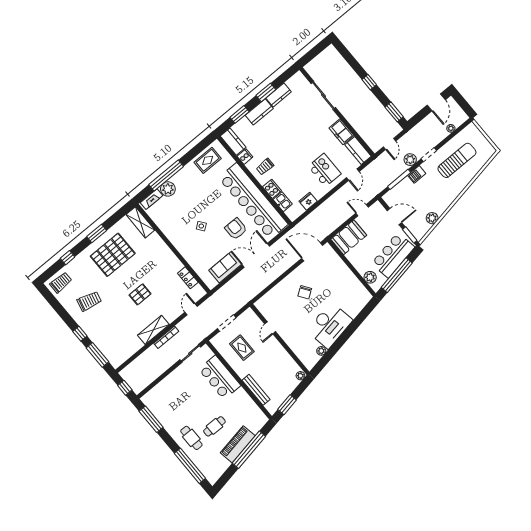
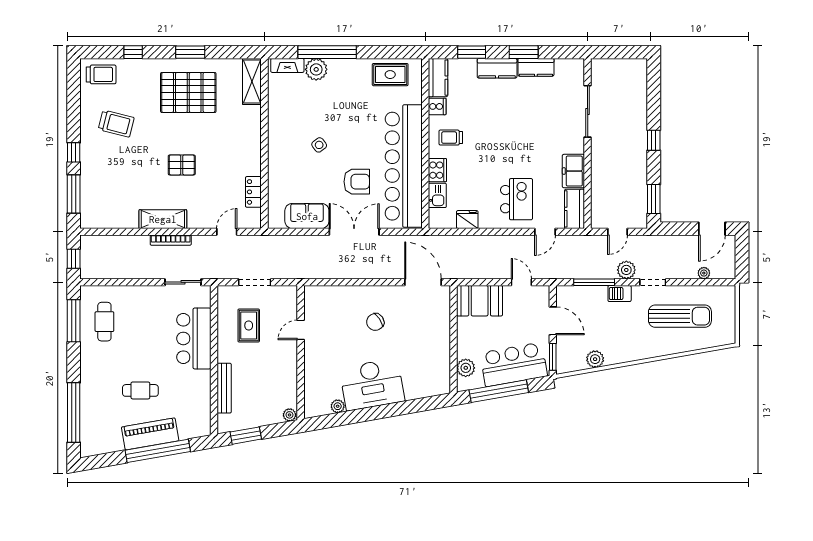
armchair: (236, 229) -> (357, 182), turned 90
cafe table: (191, 438) -> (104, 322), moved

